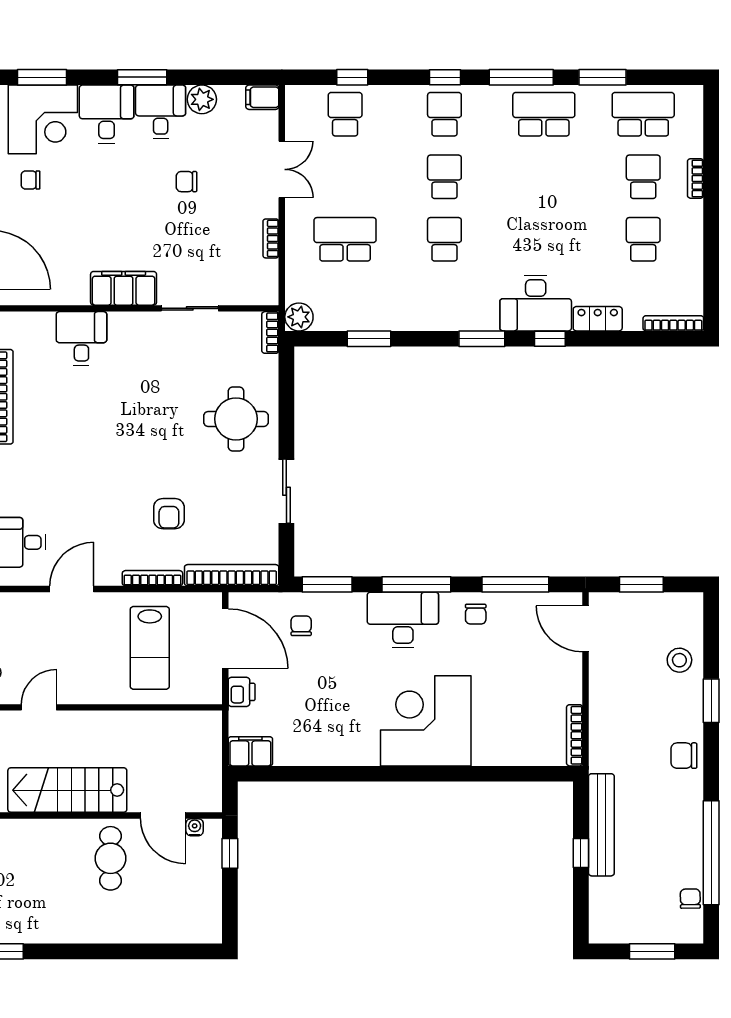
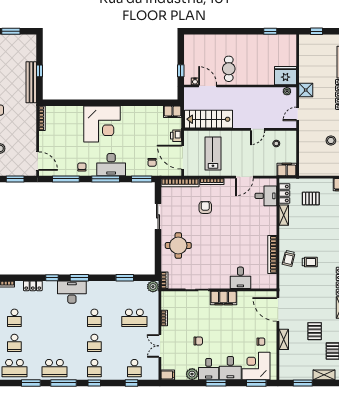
desk: (536, 303) -> (72, 292), moved
stairs: (67, 790) -> (209, 119), moved, turned 180

